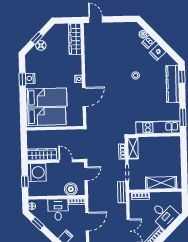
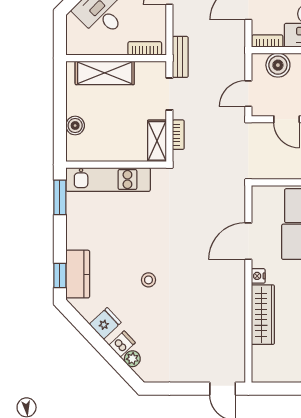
wardrobe: (75, 39) -> (263, 315), moved
kitchen counter: (173, 84) -> (78, 274), width x0.67
boiler: (176, 155) -> (75, 126), added

